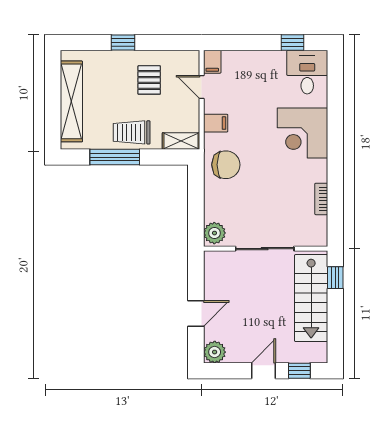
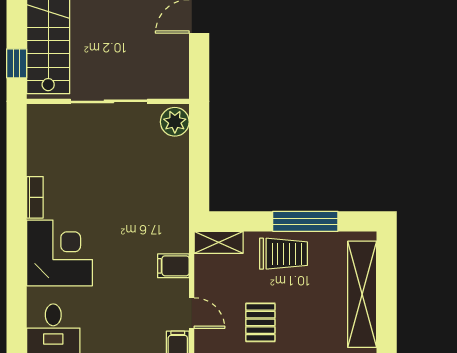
chair: (226, 165) -> (160, 211), removed
bookcase: (321, 199) -> (35, 197), moved

